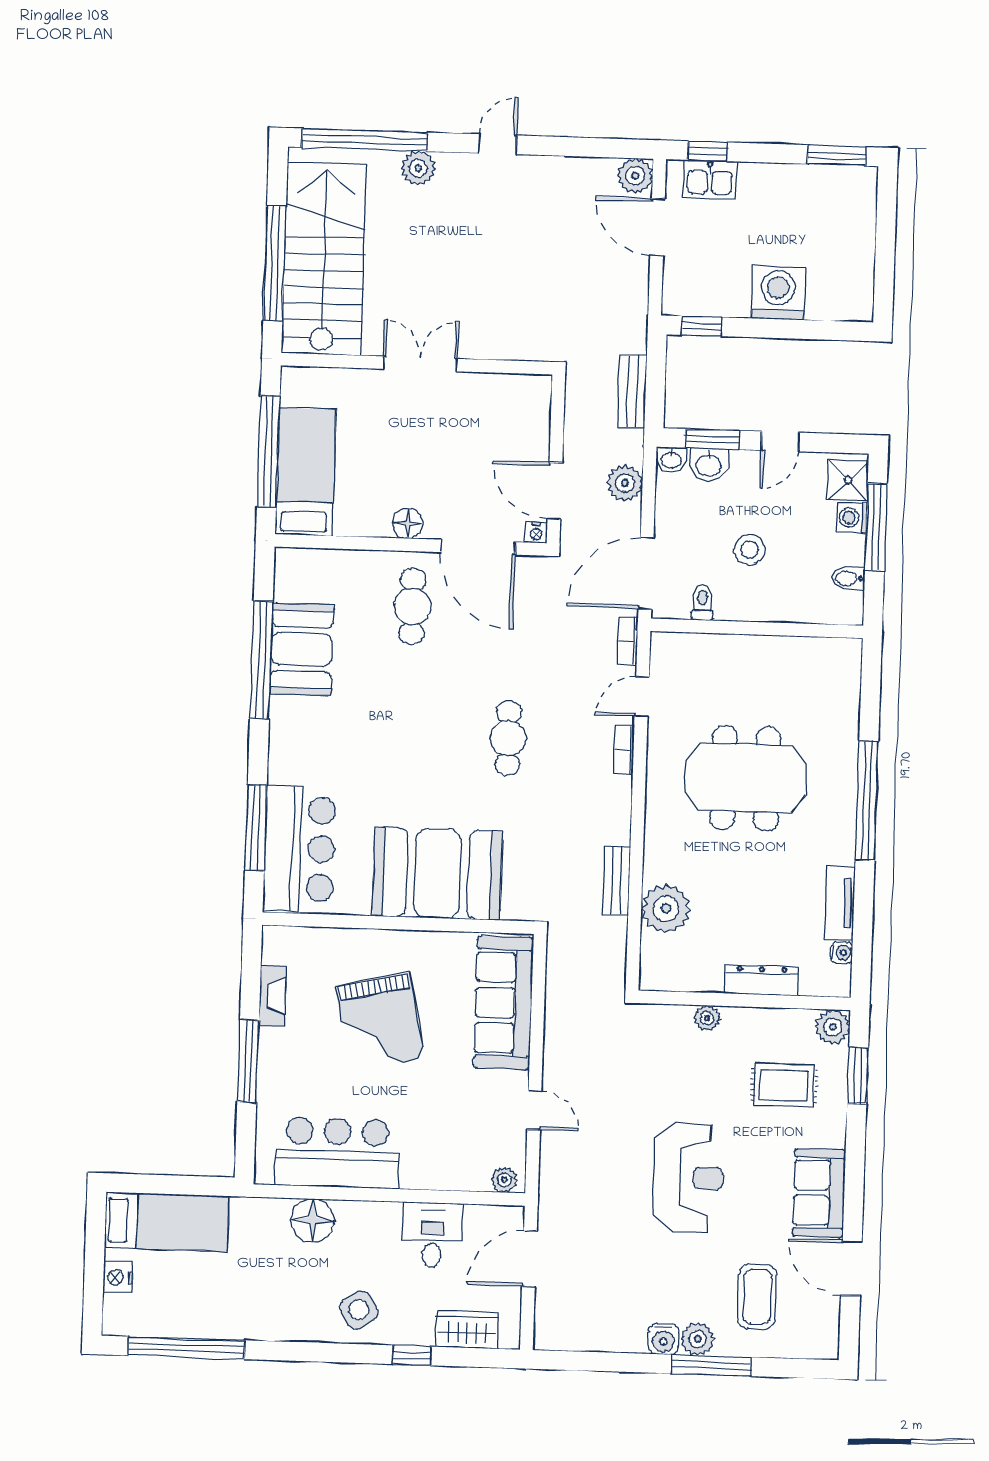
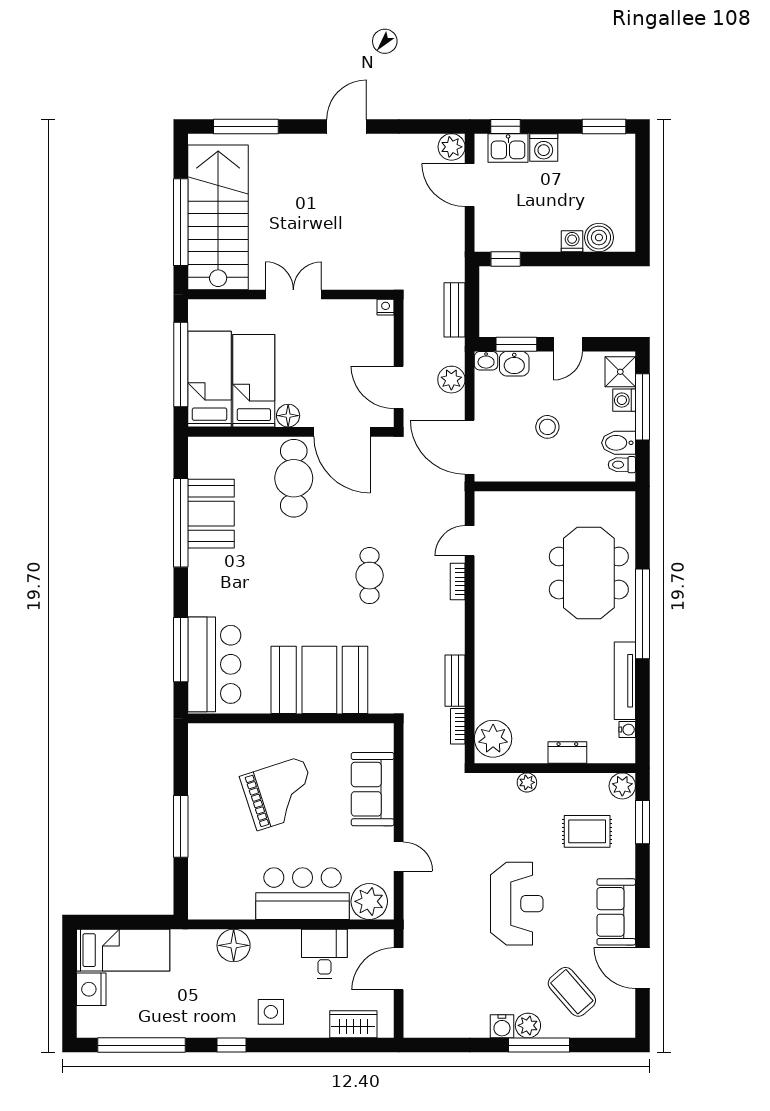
window: (365, 140) -> (246, 126), width x0.68
door: (498, 144) -> (347, 126), width x1.38
plant: (418, 168) -> (287, 146), removed
washing machine: (757, 181) -> (544, 147), added
washing machine: (778, 293) -> (572, 241), width x0.53, depth x0.53
boiler: (826, 302) -> (599, 238), added
bed: (364, 476) -> (254, 381), added
nightstand: (536, 532) -> (386, 307), moved, turned 180
door: (646, 573) -> (470, 447), hinge flipped
bidet: (848, 578) -> (618, 443), width x1.38, depth x1.36
toilet: (702, 603) -> (622, 465), moved, turned -90
cafe table: (412, 606) -> (294, 478), width x1.37, depth x1.35
bookcase: (628, 641) -> (458, 726), moved
meeting table: (746, 778) -> (589, 573), moved, turned 90
tv unit: (840, 903) -> (625, 681), width x1.41
plant: (666, 909) -> (493, 739), moved
dresser: (762, 980) -> (567, 752), width x0.70
fireplace: (273, 996) -> (198, 777), removed
sofa: (504, 1003) -> (373, 789), width x0.73
grand piano: (380, 1022) -> (280, 794), turned -96
bar counter: (337, 1153) -> (302, 894), moved
plant: (504, 1180) -> (369, 901), width x1.88, depth x1.88
nightstand: (118, 1278) -> (91, 989), width x1.36, depth x1.33
coffee table: (757, 1297) -> (572, 992), turned -41
side table: (359, 1310) -> (271, 1012), turned 32
window: (412, 1355) -> (232, 1045), moved

